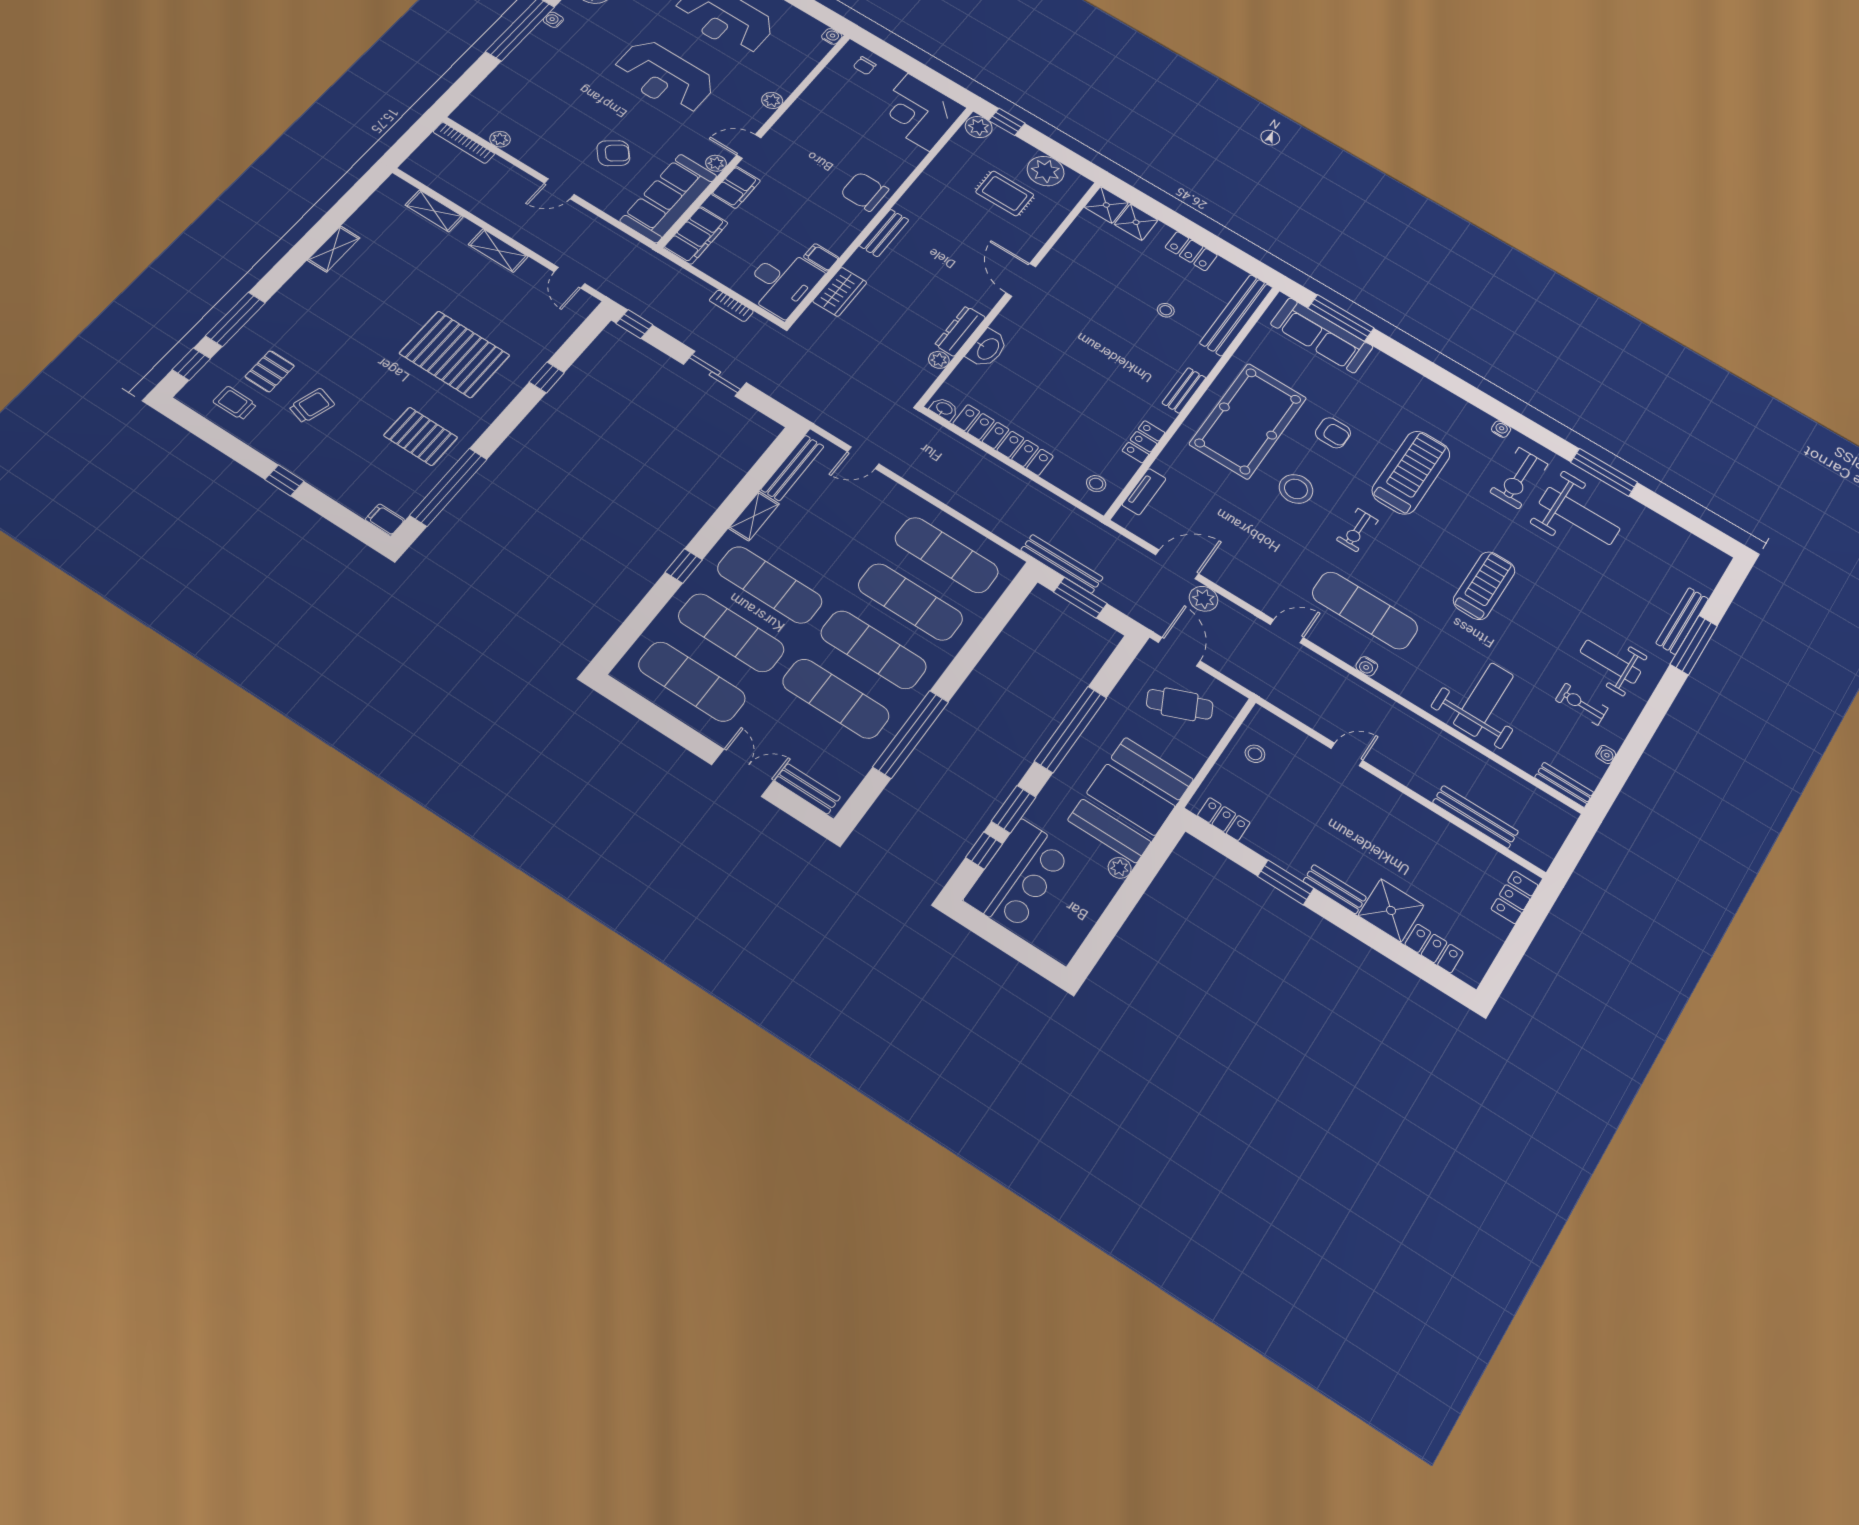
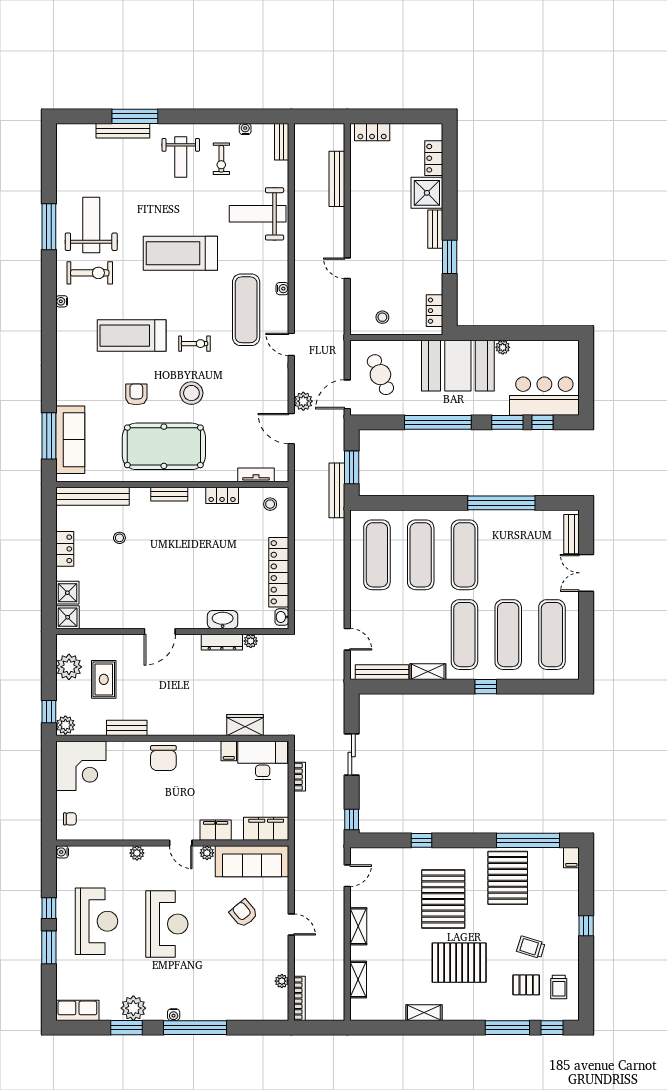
bench: (884, 233) -> (127, 728), moved
pallet: (361, 321) -> (459, 963), added
pallet: (421, 436) -> (508, 878), width x1.37, depth x1.41
treadmill: (1484, 586) -> (180, 253), width x1.37, depth x1.38
exercise mat: (836, 699) -> (508, 555), removed

